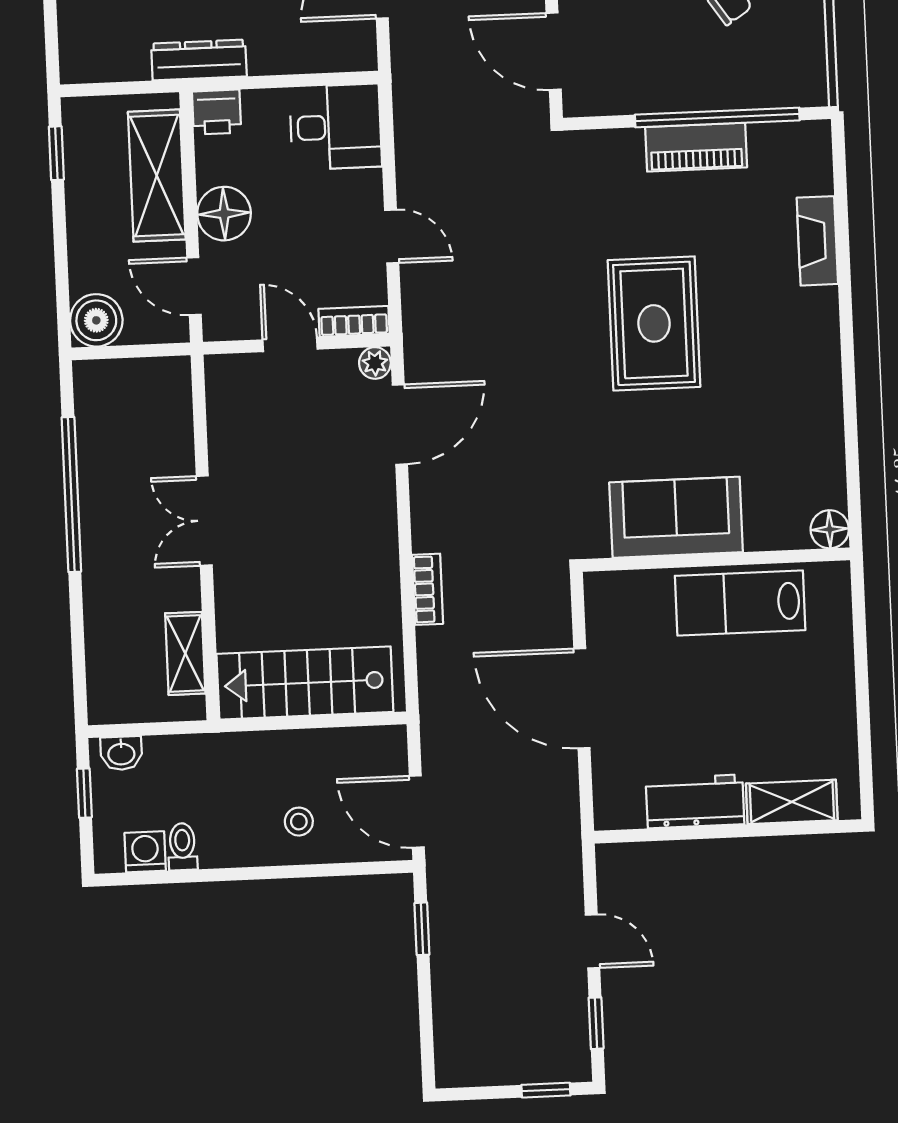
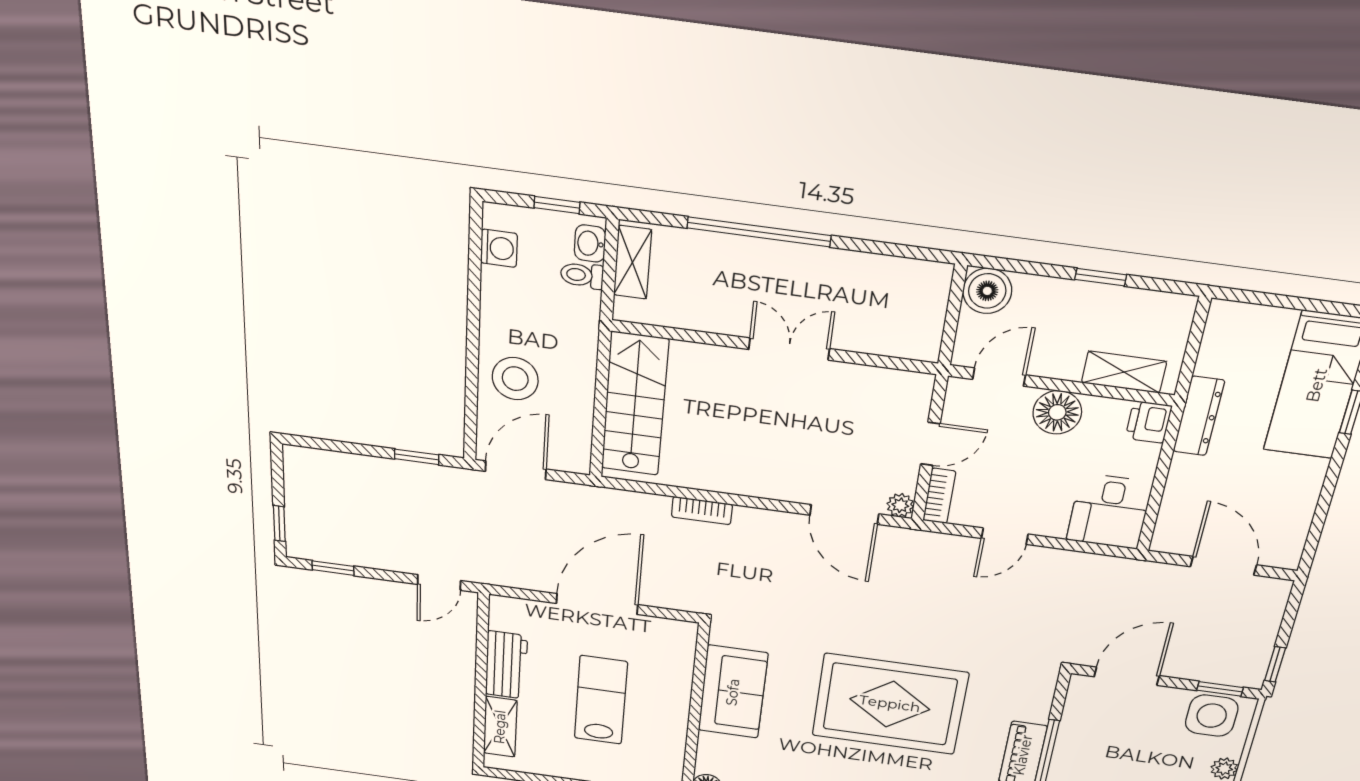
window: (56, 153) -> (1101, 277), moved
shelving: (157, 176) -> (1124, 372), width x0.67, depth x0.75
rug: (654, 323) -> (890, 704), width x1.37, depth x1.44
window: (71, 494) -> (759, 232), moved
lab bench: (740, 603) -> (601, 700), moved
shelving: (185, 653) -> (632, 262), moved, turned 90
stool: (299, 822) -> (515, 379), width x1.89, depth x1.89
toilet: (182, 847) -> (582, 275), moved, turned 180
door: (593, 941) -> (439, 582), moved

